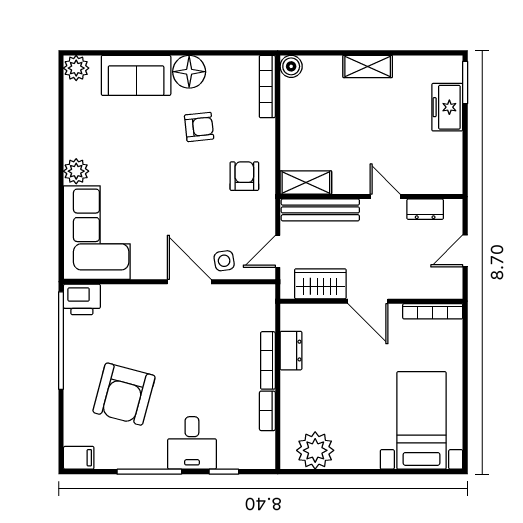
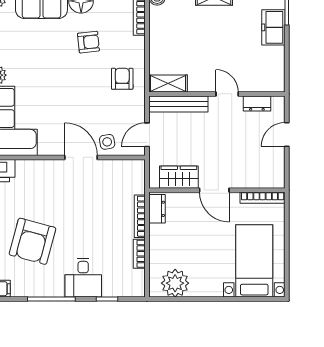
wardrobe: (320, 284) -> (179, 177), moved
door: (368, 301) -> (214, 190), moved
wall: (371, 301) -> (217, 190), moved
bookcase: (433, 311) -> (263, 198), moved

